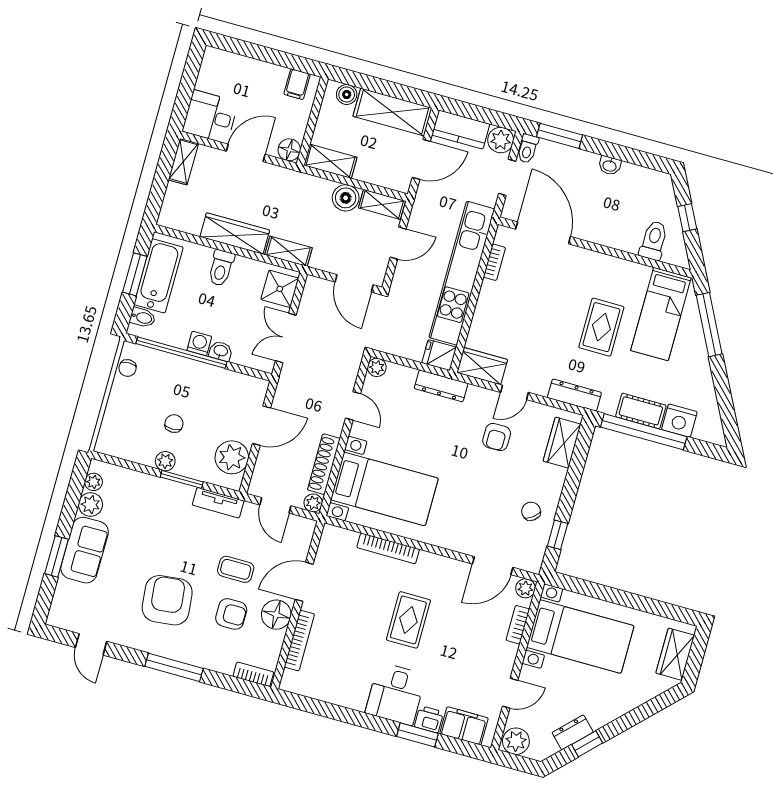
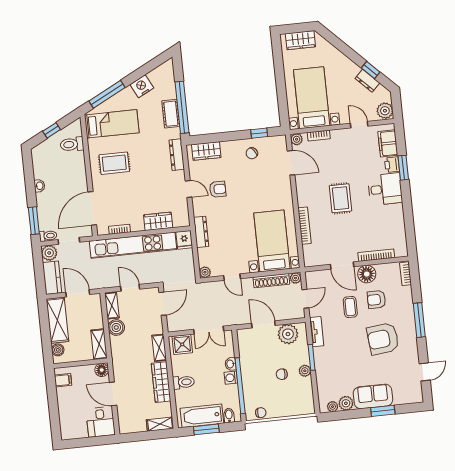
shelving: (183, 162) -> (160, 424), moved
rug: (601, 327) -> (114, 163), moved
wardrobe: (482, 366) -> (158, 221), moved, turned 90
door: (353, 406) -> (232, 277), swing flipped
nightstand: (679, 421) -> (142, 86), moved, turned -117
armchair: (231, 614) -> (376, 300), turned -90
rug: (408, 620) -> (340, 198), turned 90

